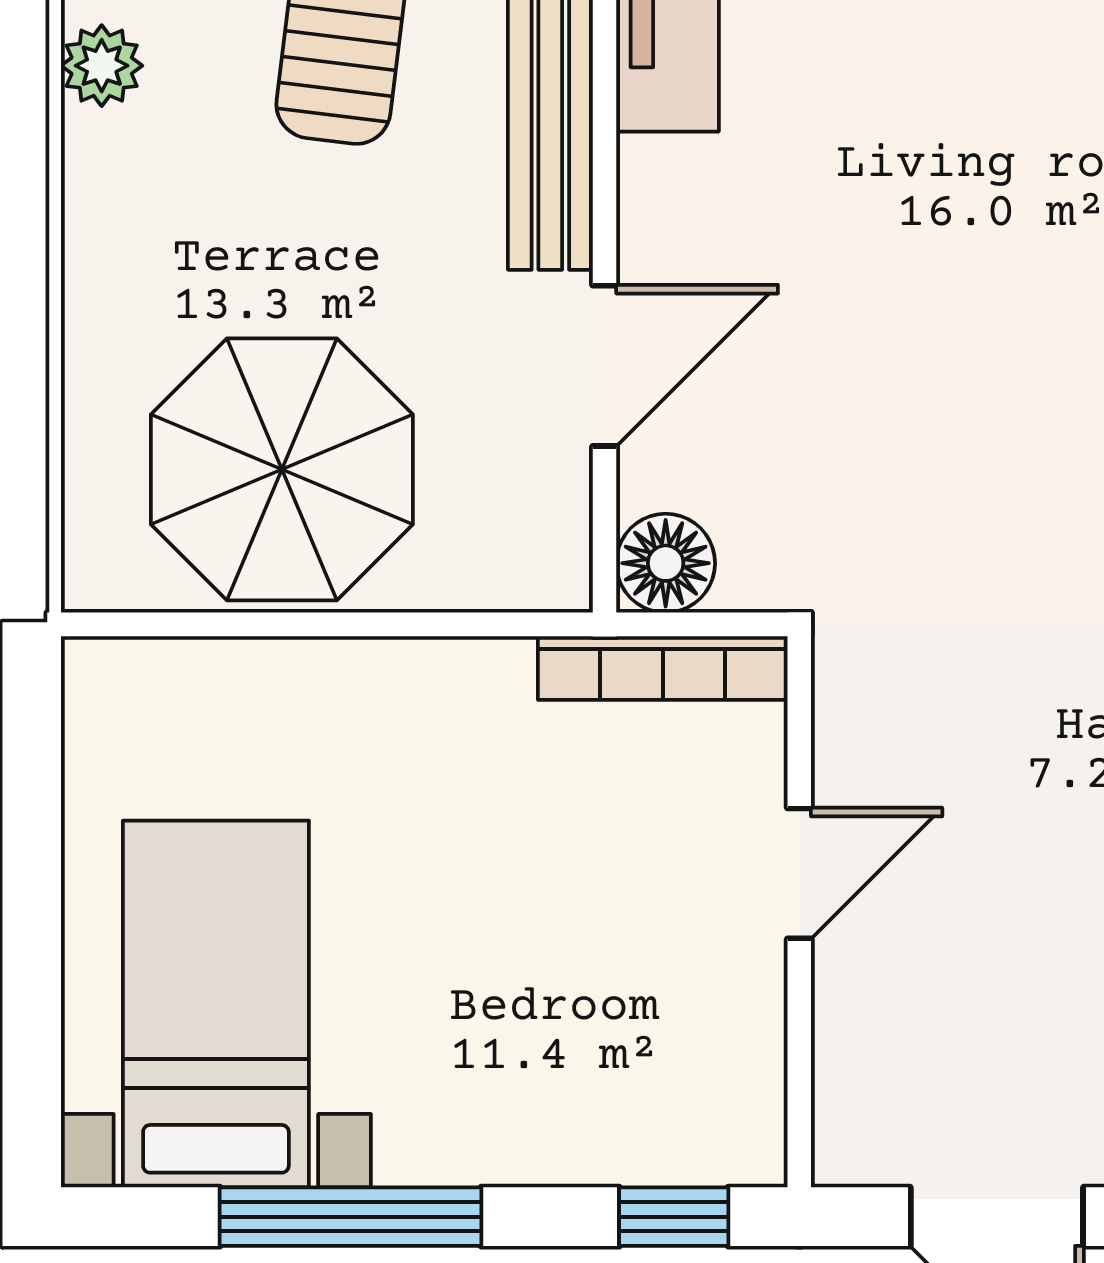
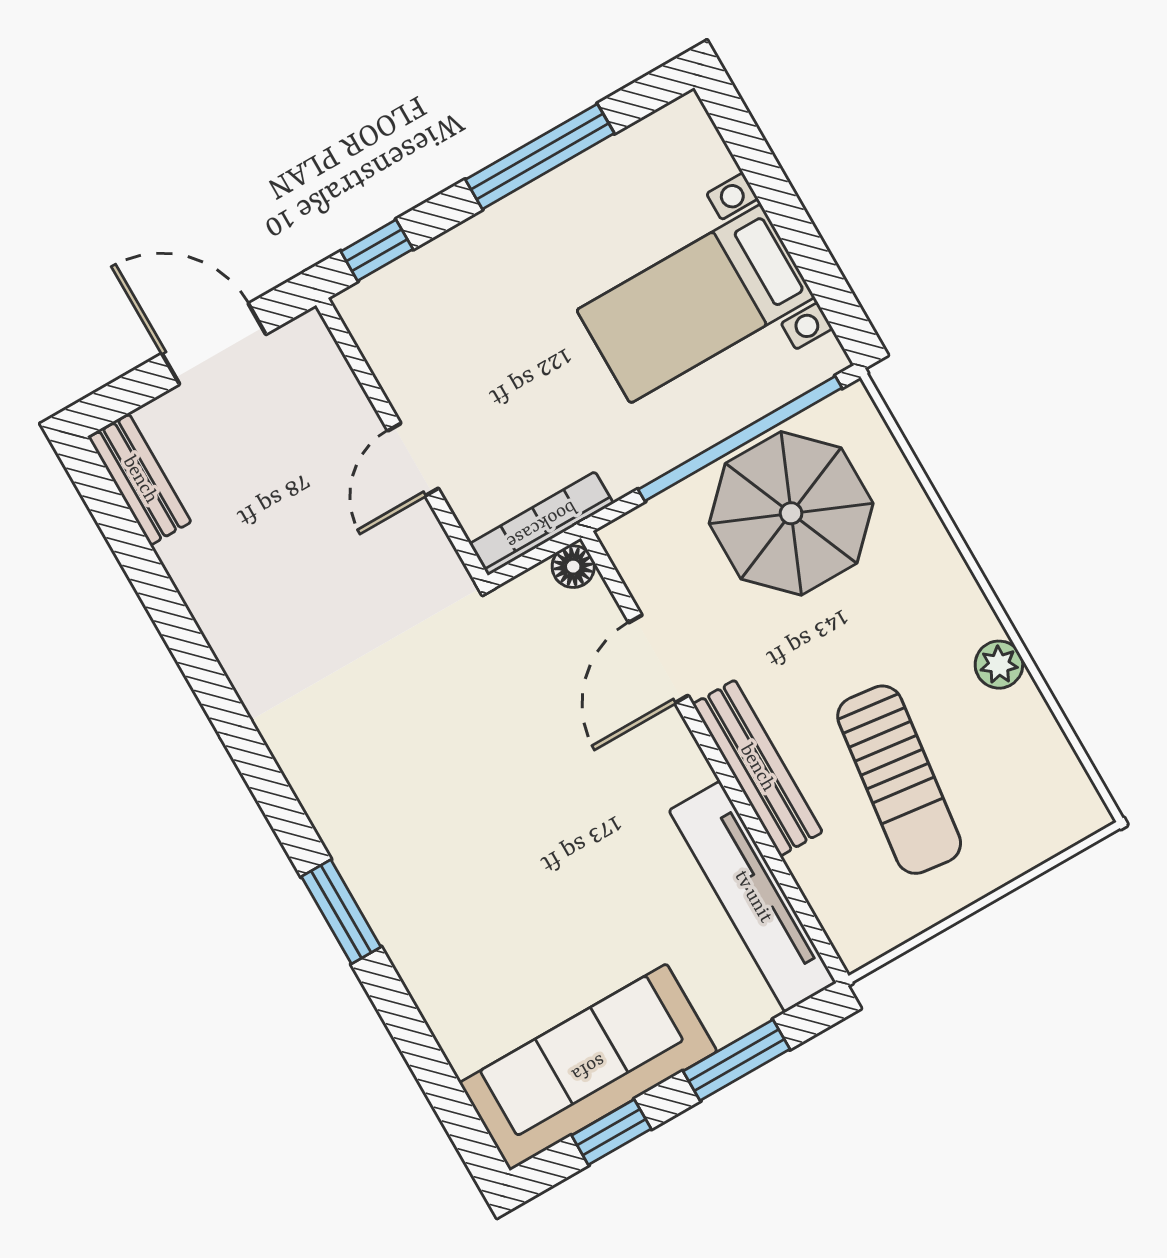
floor lamp: (666, 563) -> (573, 567), width x0.73, depth x0.73
window: (294, 624) -> (740, 439), added
bed with nightstands: (216, 1004) -> (696, 304), moved, turned 90

